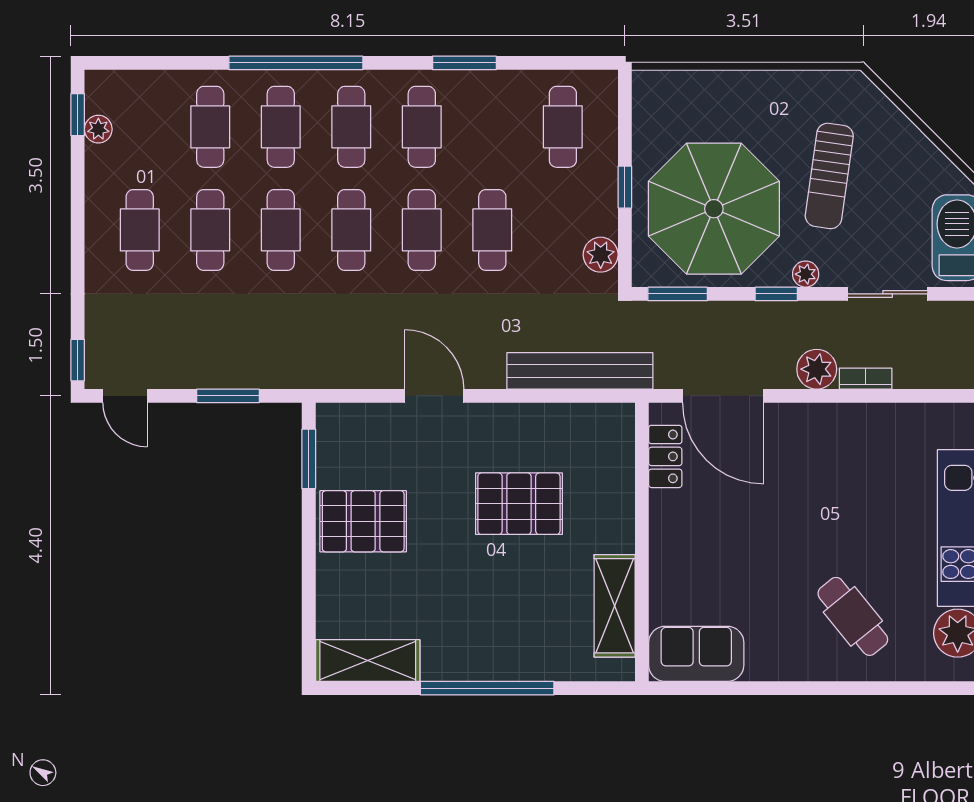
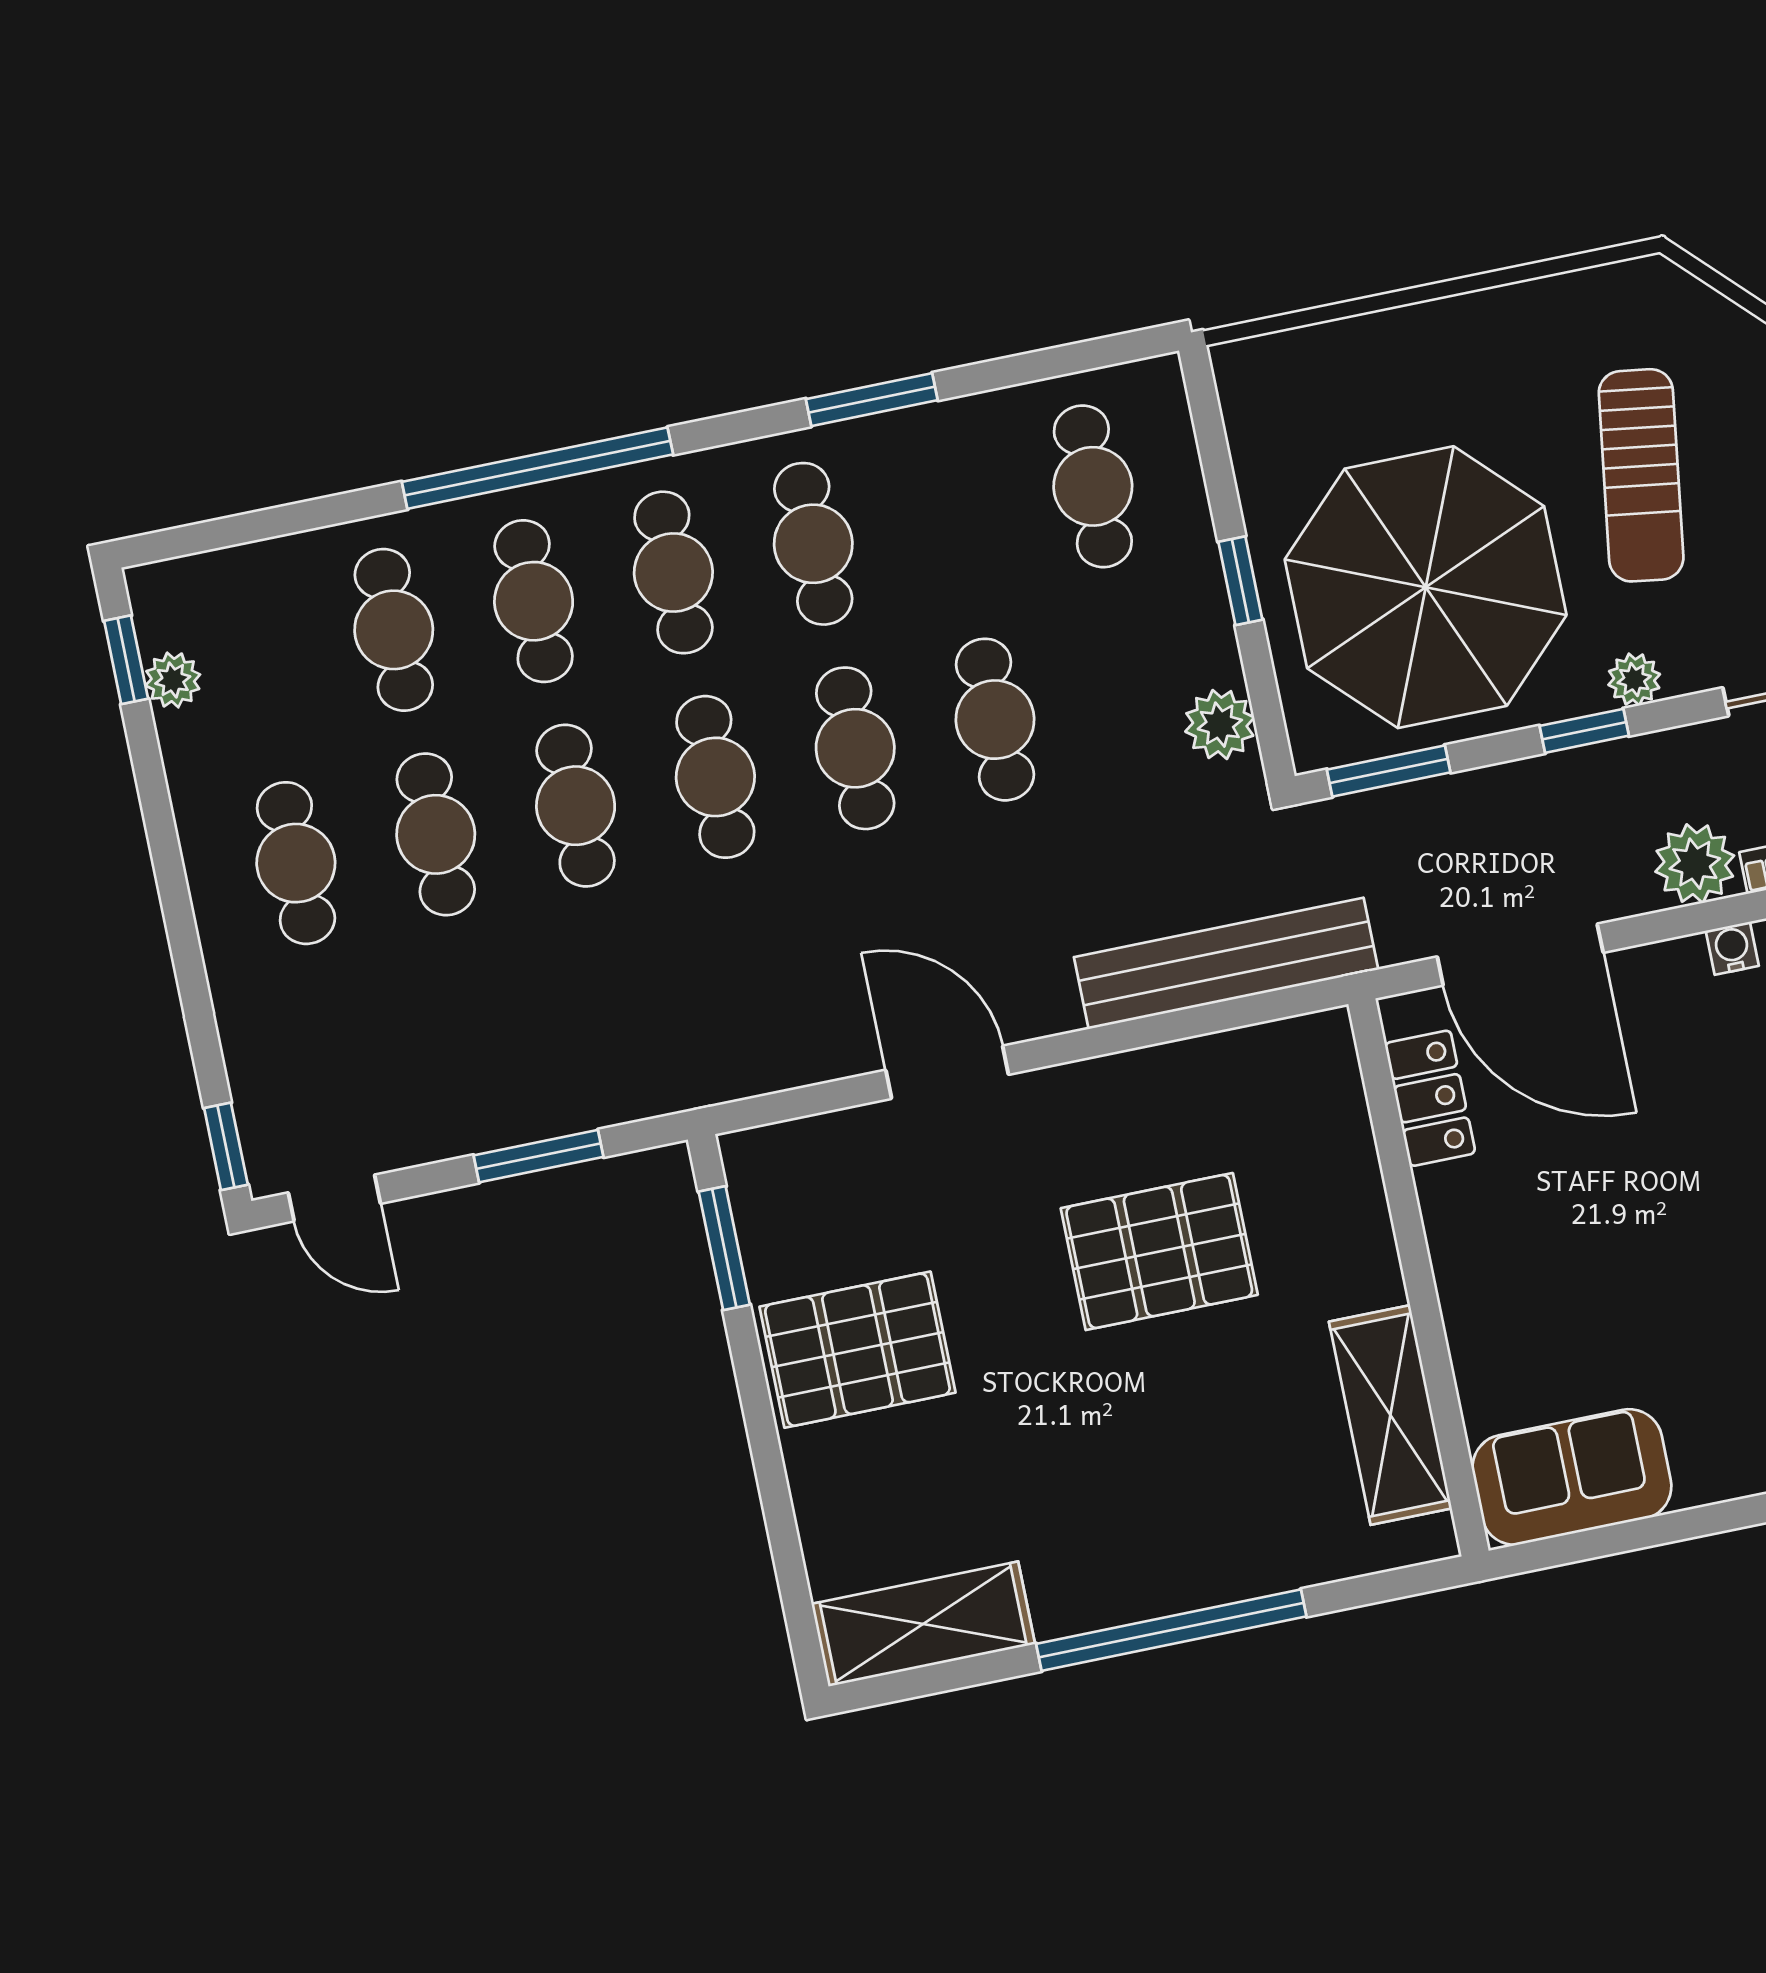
water cooler: (826, 414) -> (1732, 948), added

